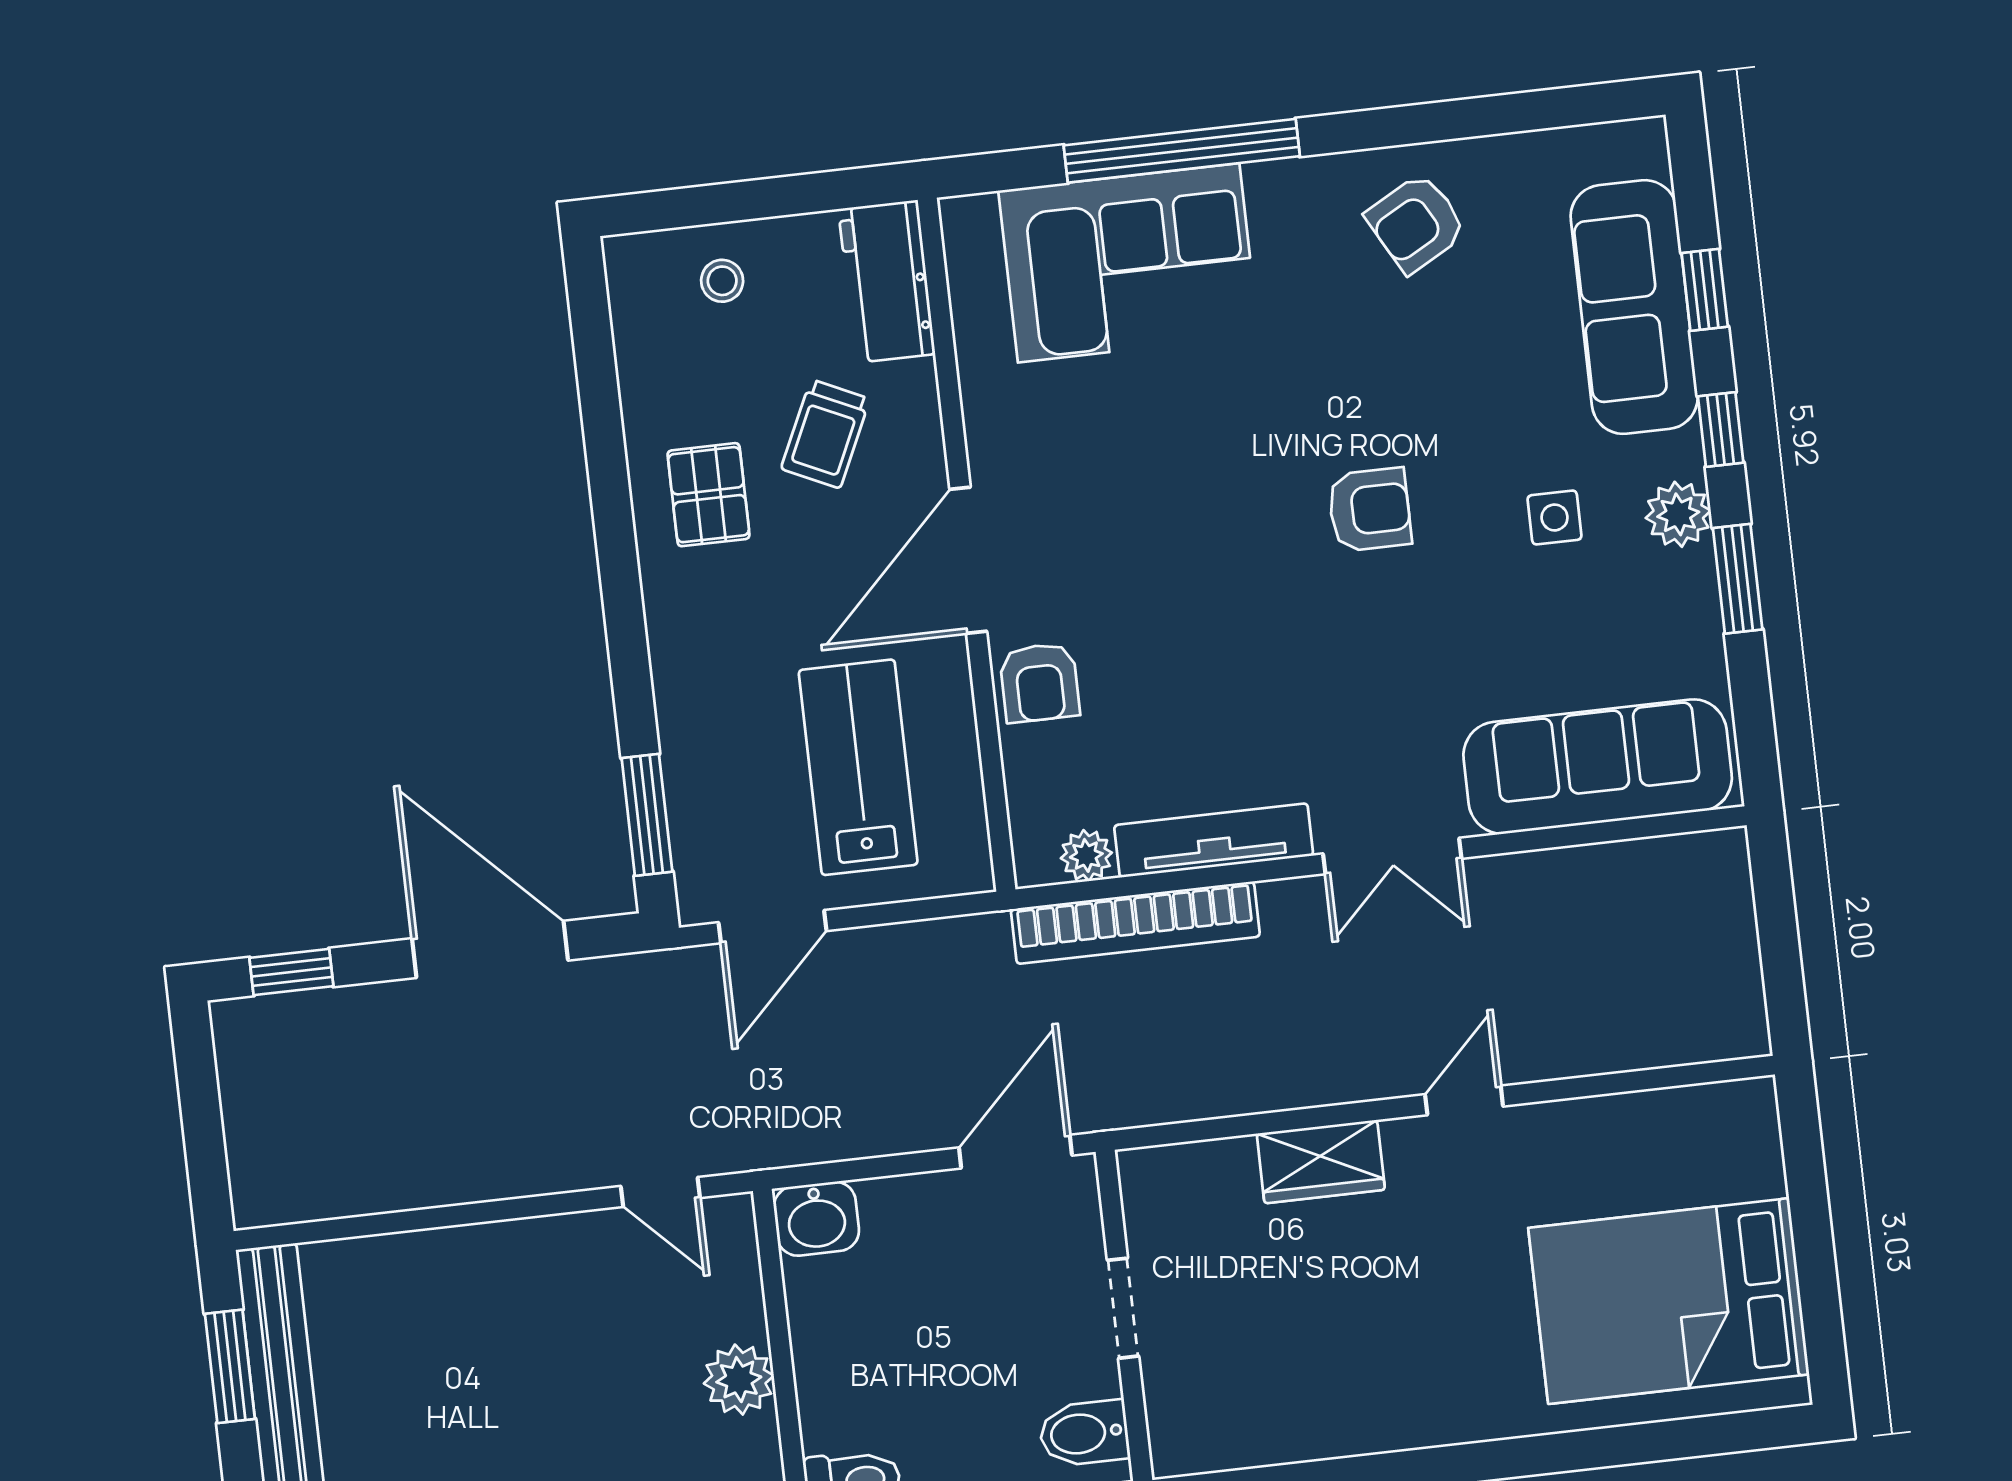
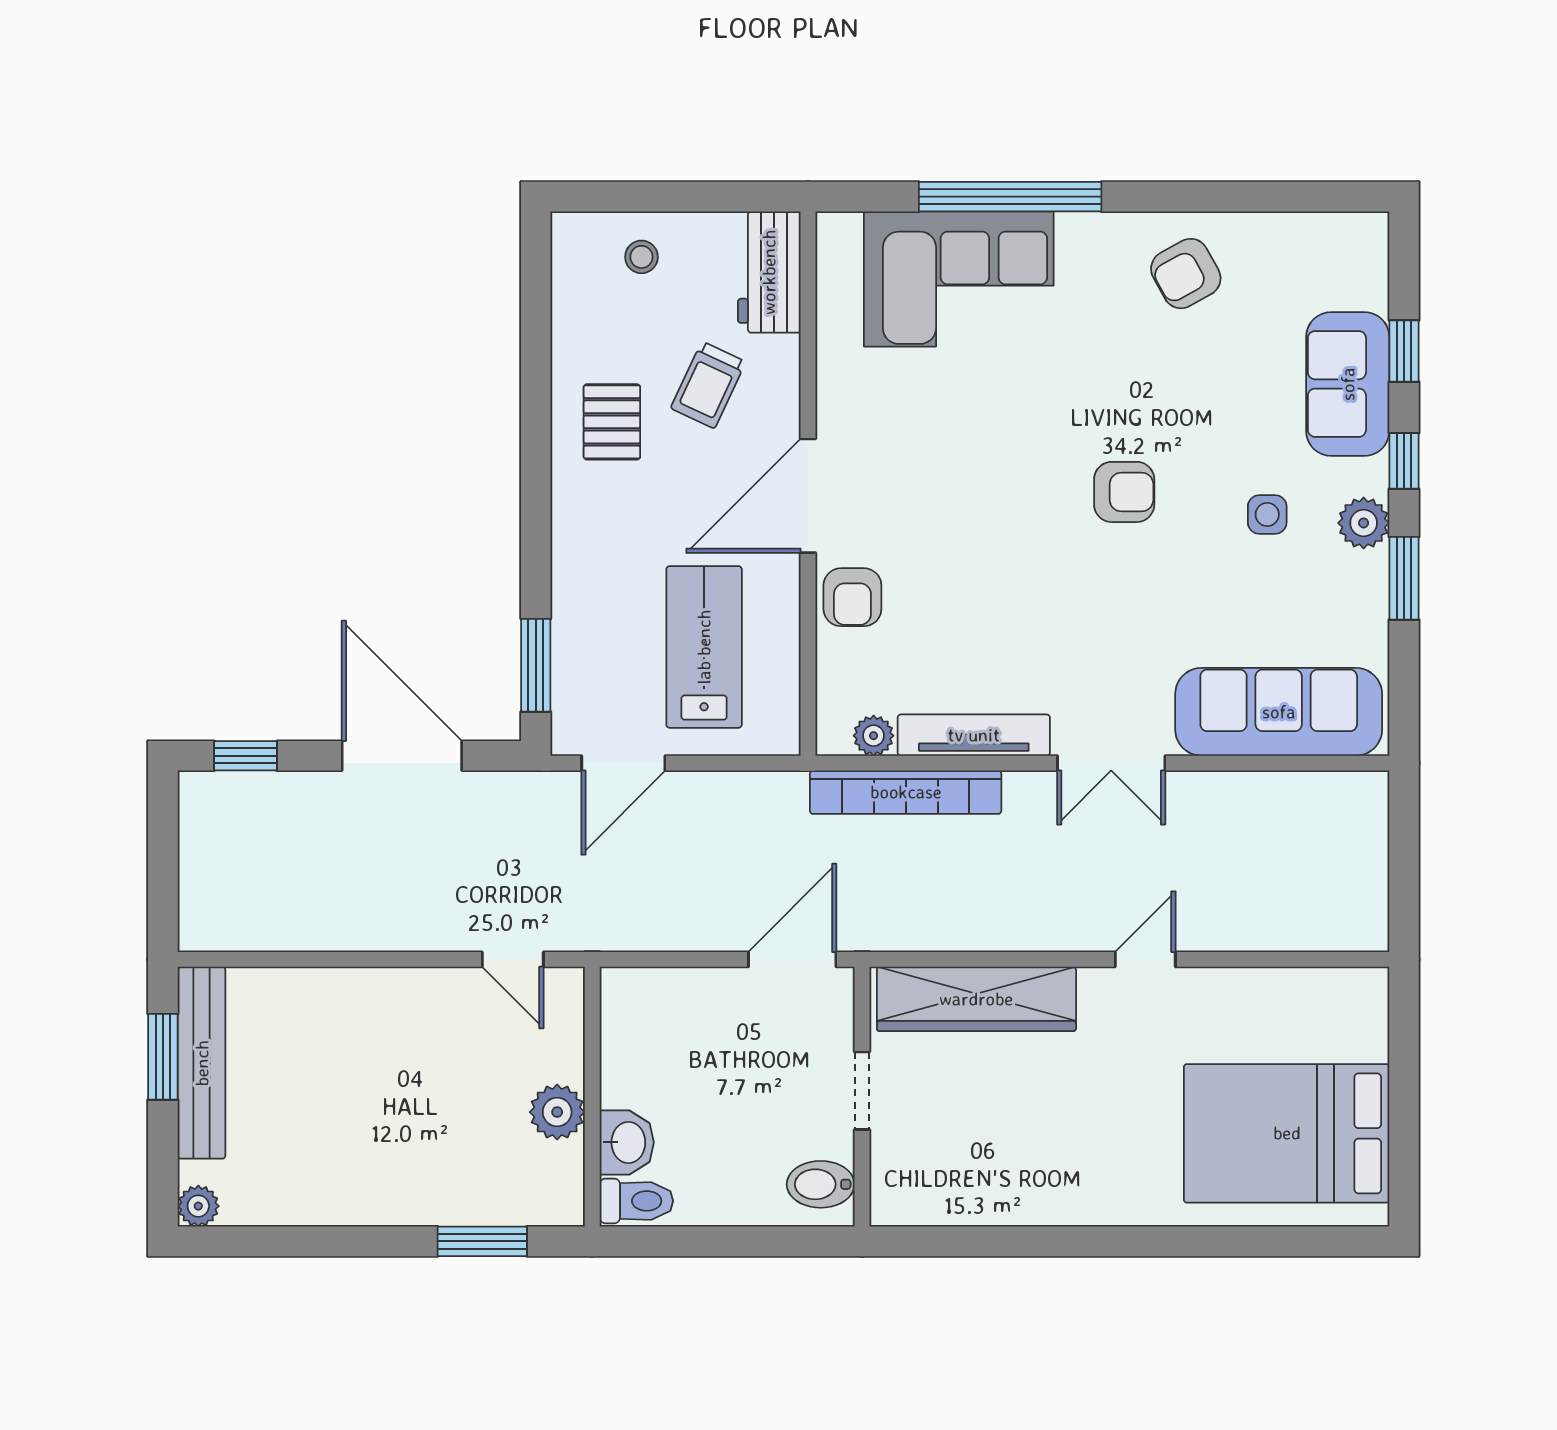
sofa: (1634, 307) -> (1348, 384), width x0.73
wardrobe: (1321, 1162) -> (976, 999), width x2.10, depth x1.17
washbasin: (816, 1219) -> (627, 1142), moved, turned -90

